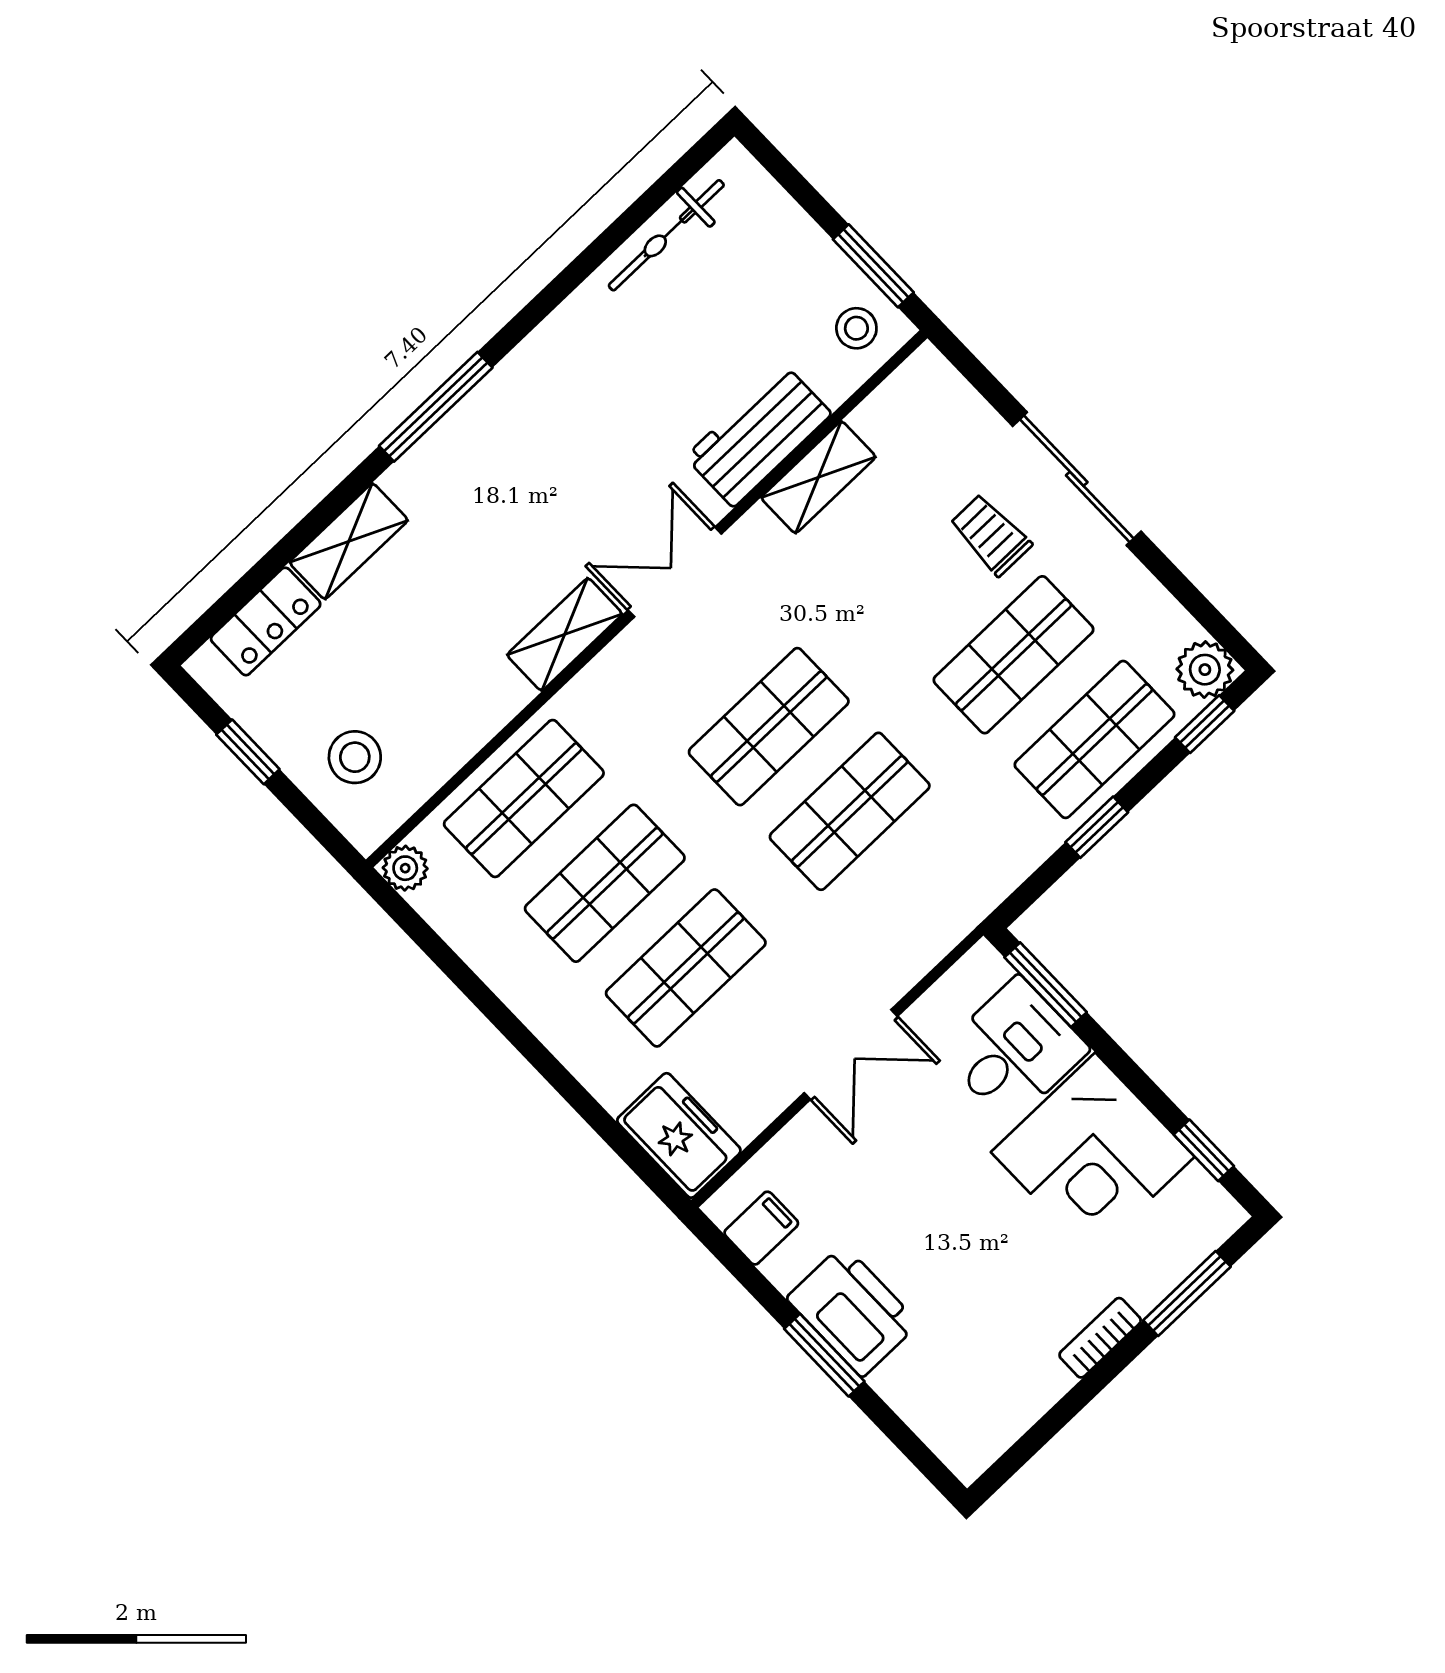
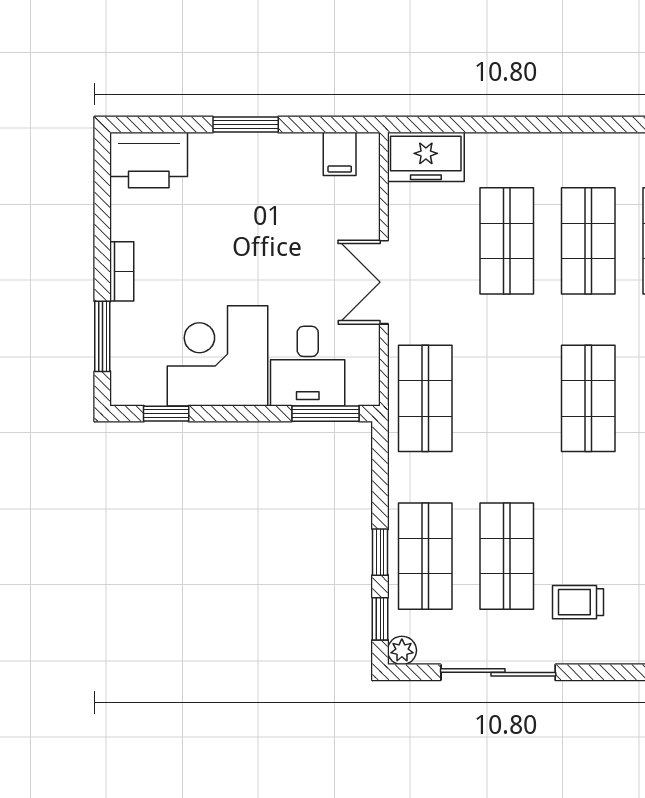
sliding door: (1077, 479) -> (498, 672), moved
trolley: (991, 535) -> (578, 602), turned 180
plant: (1205, 670) -> (402, 650), width x0.73, depth x0.73
shop shelf: (850, 811) -> (425, 398), moved
window: (1097, 827) -> (380, 552), moved
printer: (853, 1311) -> (149, 160), moved

